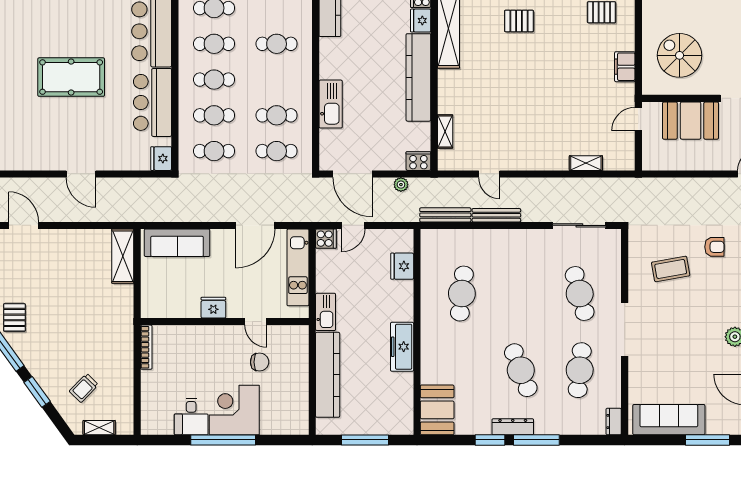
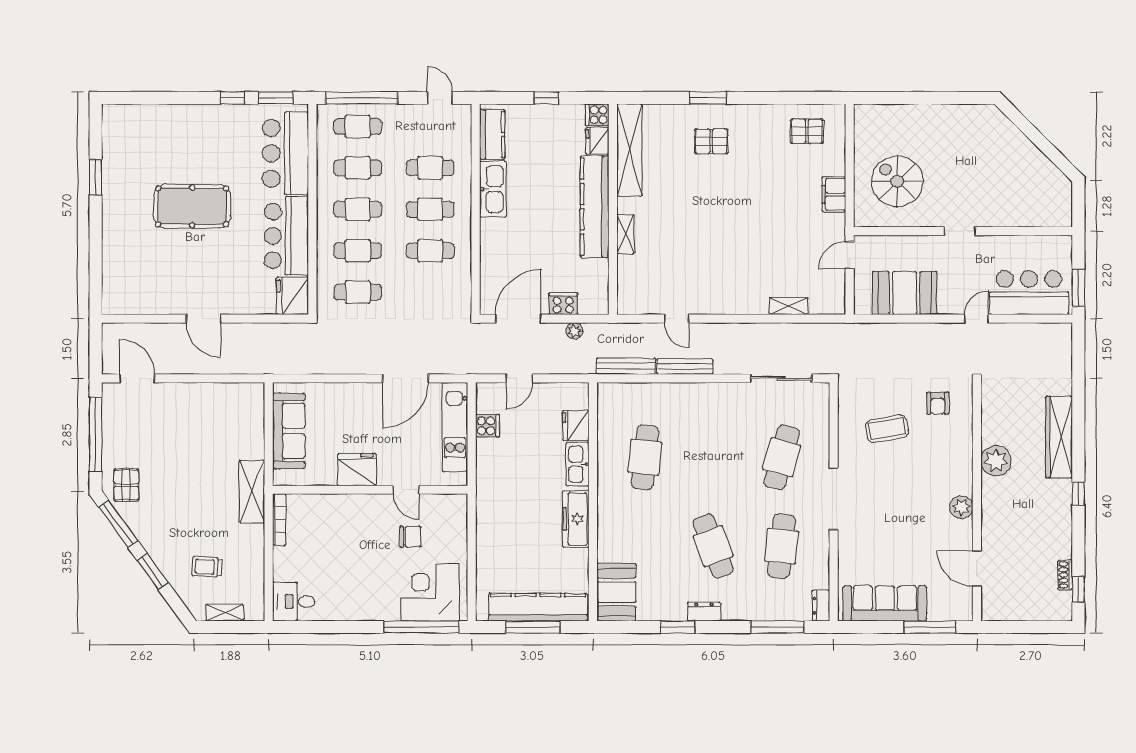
kitchen sink: (331, 104) -> (493, 189), moved
booth: (691, 121) -> (905, 293), moved
shelving: (445, 131) -> (626, 234), moved
cafe table: (277, 151) -> (430, 209), moved
fridge: (161, 159) -> (292, 296), width x1.36, depth x1.34
cooker: (418, 161) -> (563, 304), moved
door: (352, 174) -> (518, 319), swing flipped
cooker: (326, 239) -> (487, 426), moved
sofa: (177, 243) -> (289, 431), moved, turned -90
armchair: (714, 247) -> (938, 403), turned 90
shelving: (123, 256) -> (252, 492), moved
cafe table: (580, 294) -> (782, 457), turned 30
fridge: (213, 308) -> (357, 469), width x1.36, depth x1.34
kitchen sink: (326, 312) -> (577, 464), moved, turned 180
kitchen counter: (328, 375) -> (538, 607), moved, turned -90
trolley: (84, 388) -> (207, 567), turned 50
corner desk: (234, 410) -> (430, 592), moved
desk: (191, 417) -> (294, 602), moved, turned 90
dresser: (513, 427) -> (704, 612), width x0.70
window: (223, 440) -> (421, 627), moved
window: (536, 440) -> (777, 627), moved

